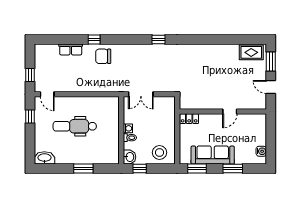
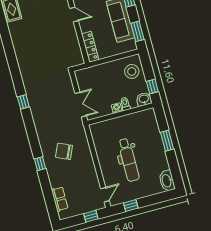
row of seats: (71, 49) -> (60, 199), moved
chair: (103, 56) -> (64, 151), moved, turned 114
locker: (189, 119) -> (90, 47), width x1.53

